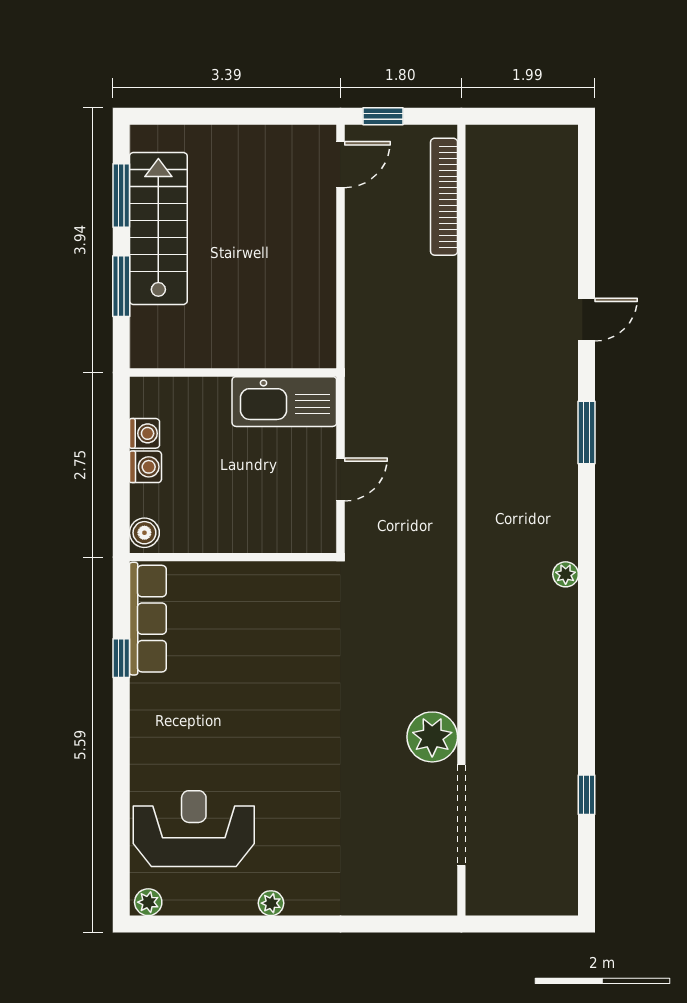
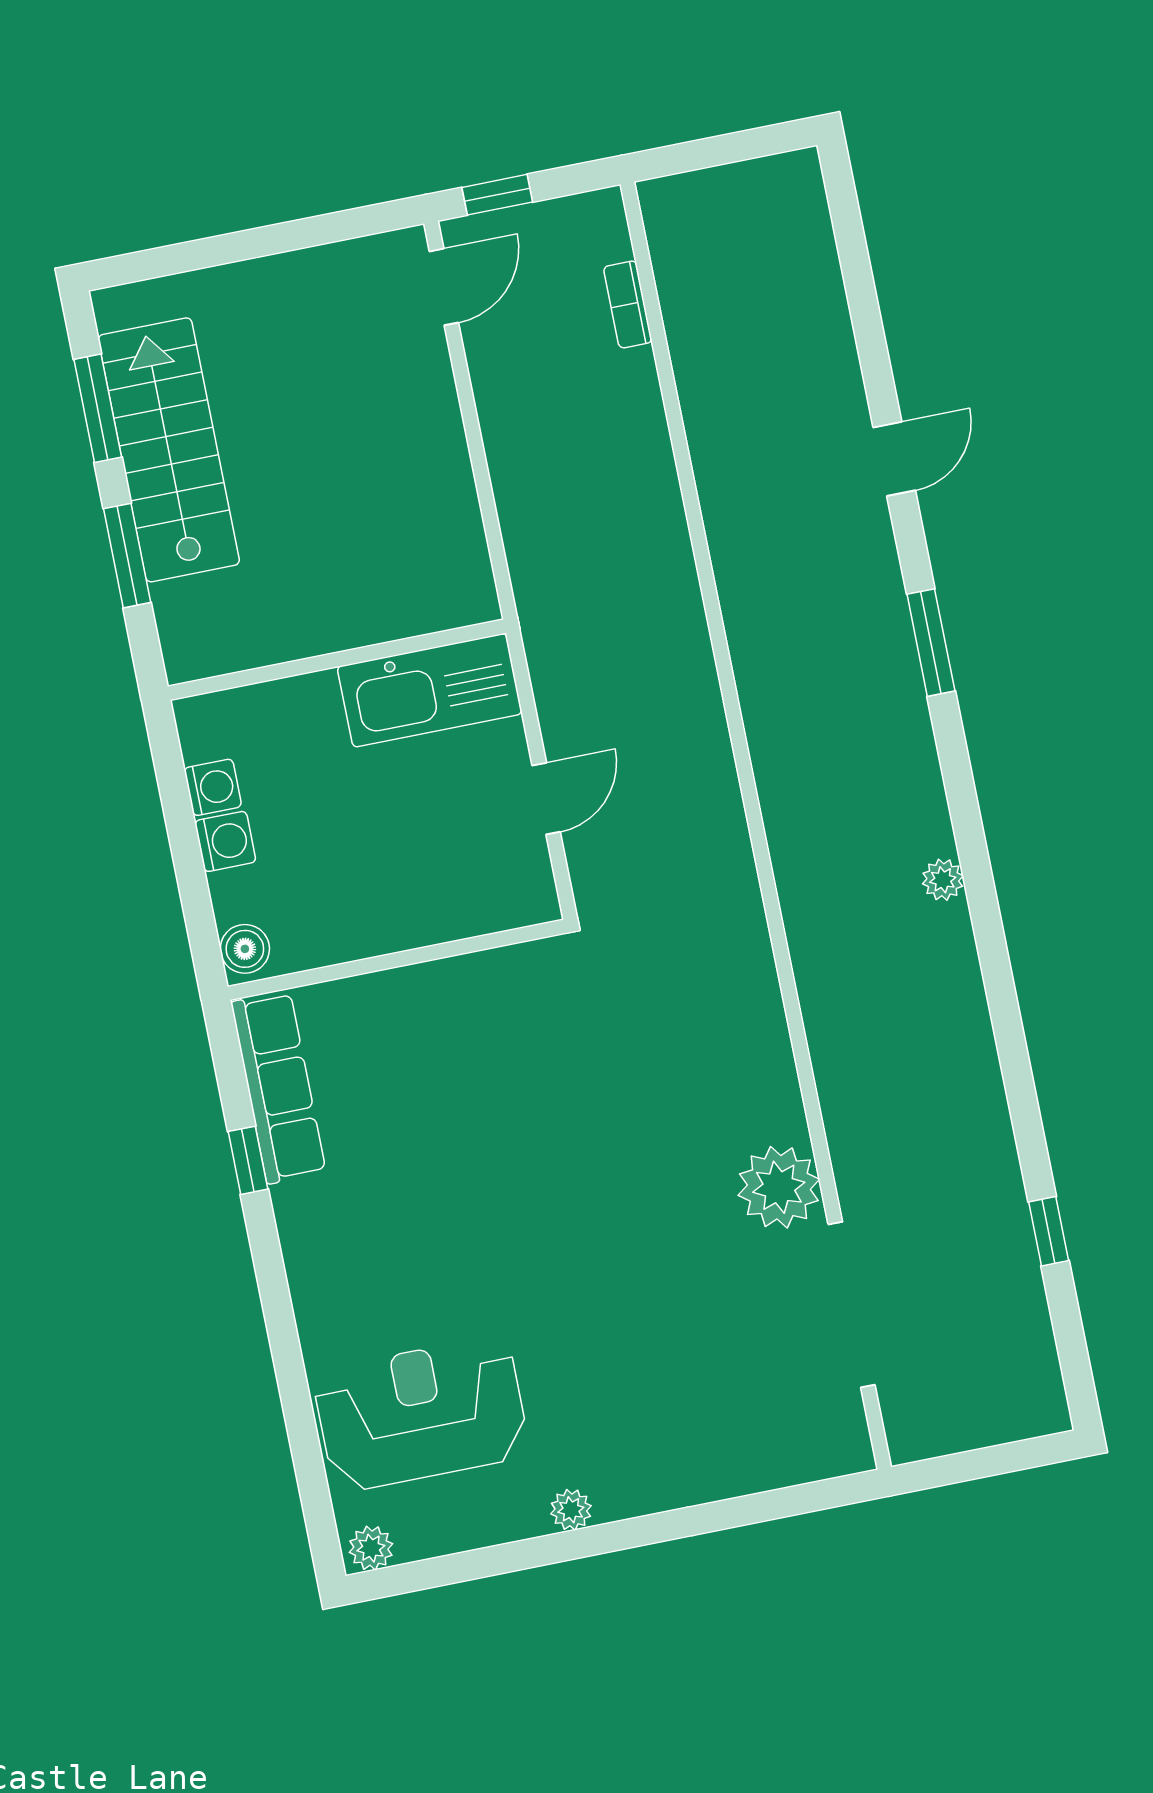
bookcase: (444, 197) -> (628, 304), width x0.43, depth x0.76

